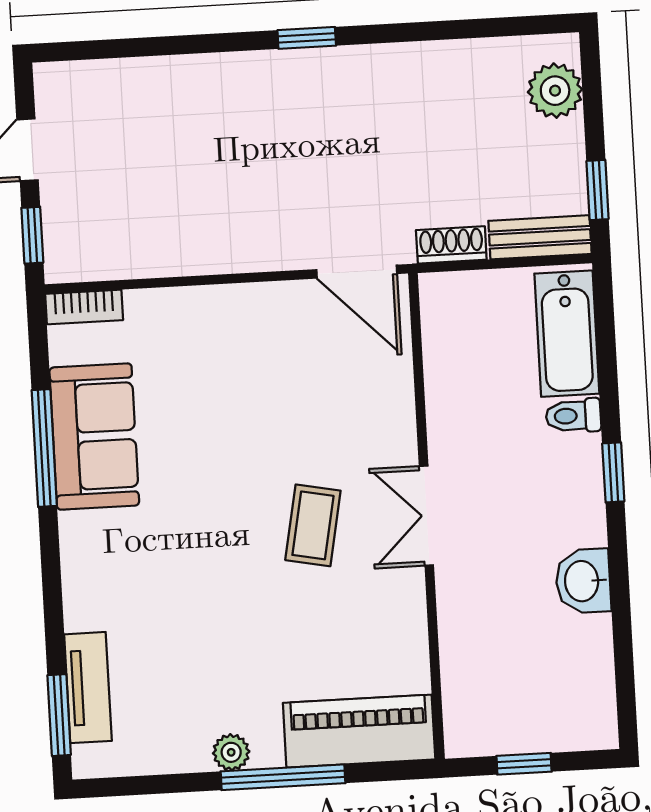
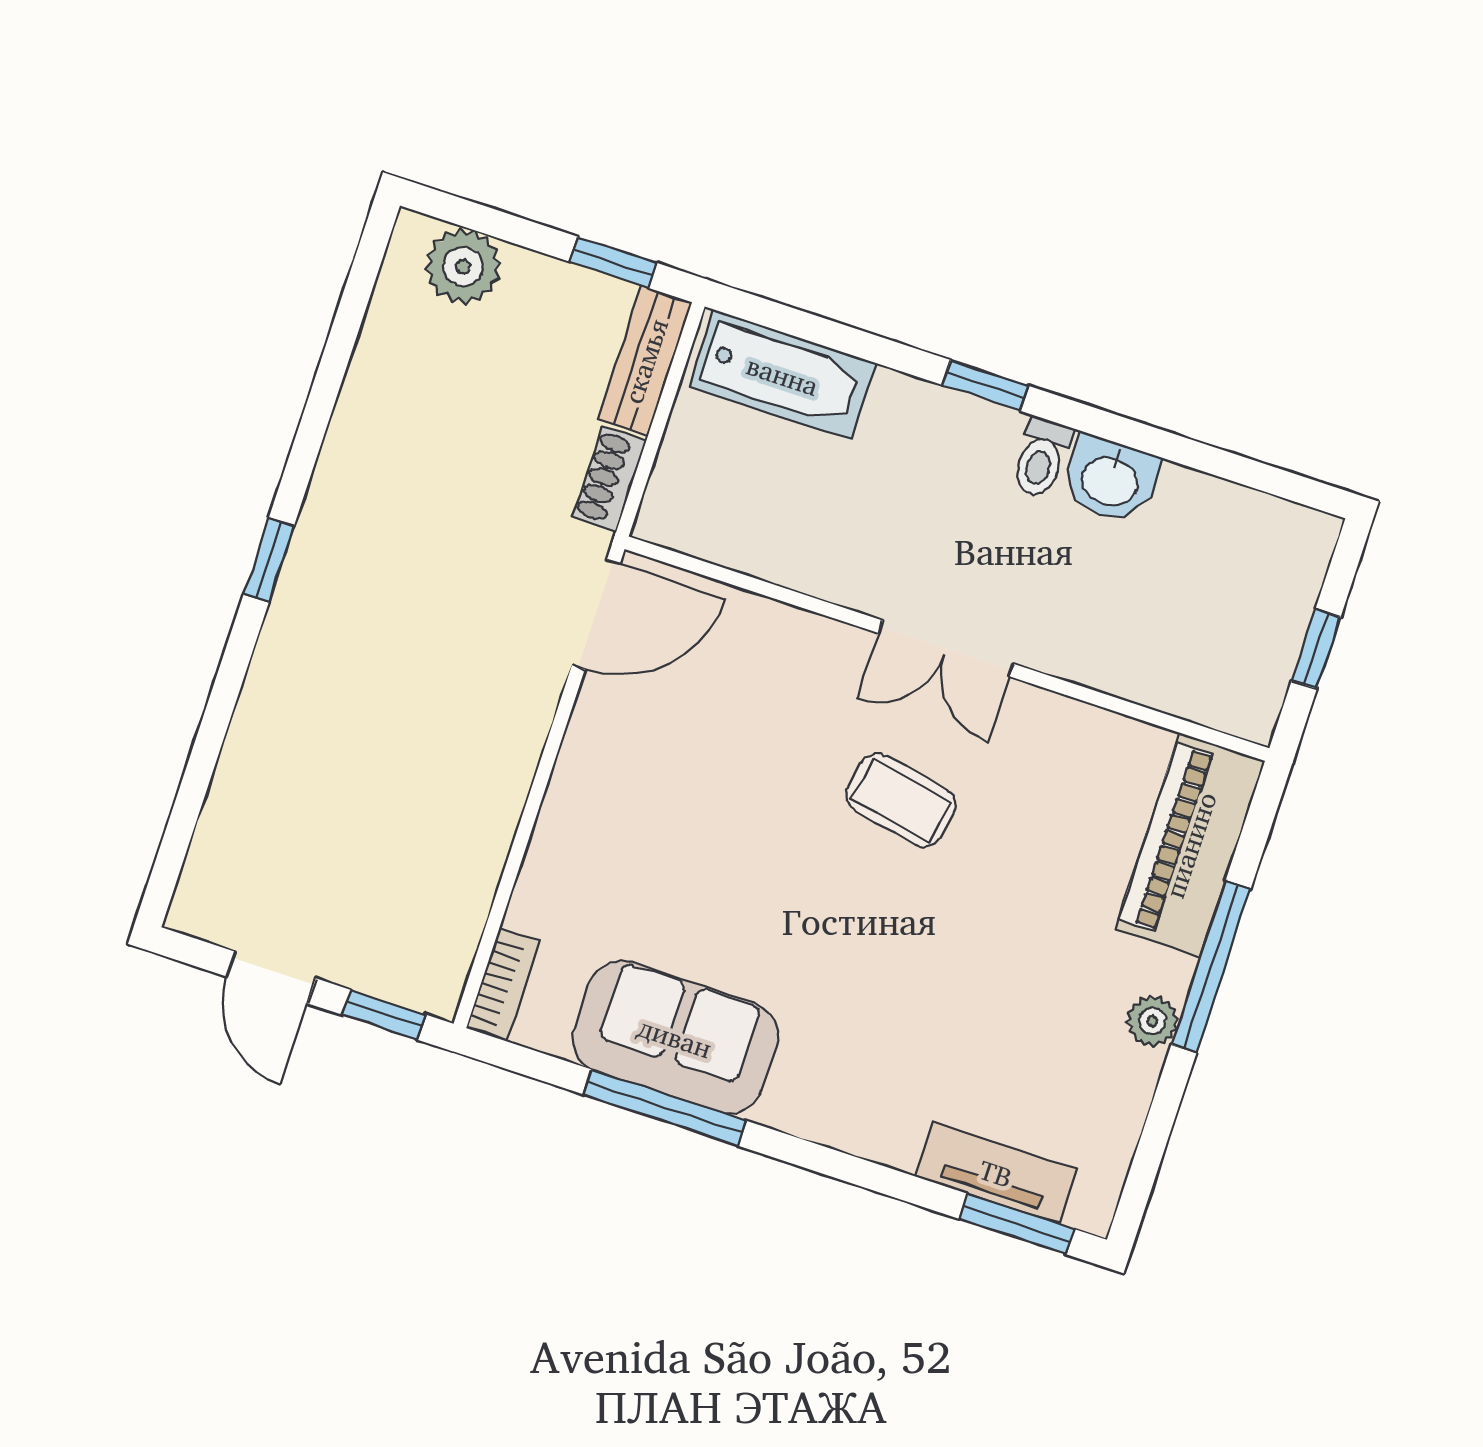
toilet: (573, 416) -> (1041, 458), moved

